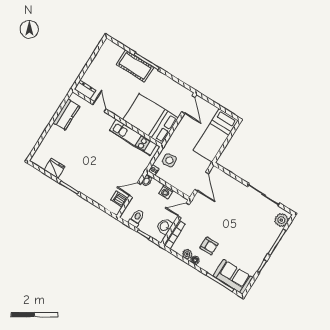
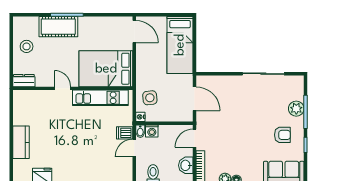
stool: (103, 66) -> (27, 46), added
door: (99, 107) -> (62, 88), moved
kitchen counter: (66, 115) -> (21, 142), moved
washing machine: (166, 192) -> (152, 131), moved
dishwasher: (119, 199) -> (125, 133), moved
plant: (281, 220) -> (296, 109), moved
armchair: (209, 246) -> (282, 135), moved

